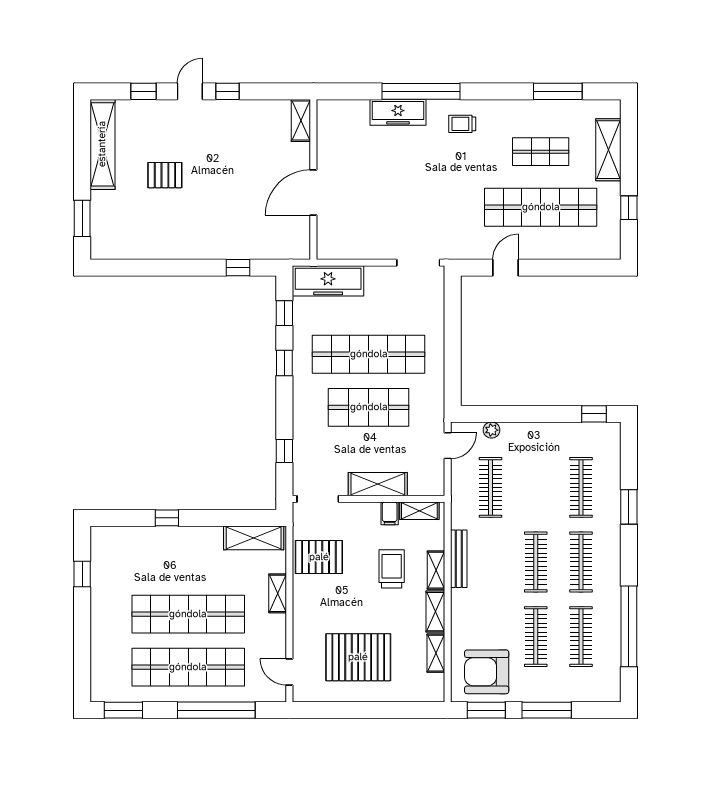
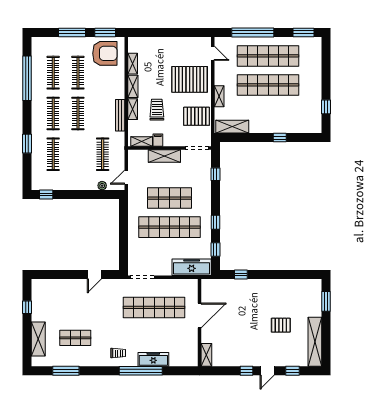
shop shelf: (541, 207) -> (154, 307), moved
trolley: (392, 569) -> (157, 110), turned 180
pallet: (358, 657) -> (190, 79), moved

